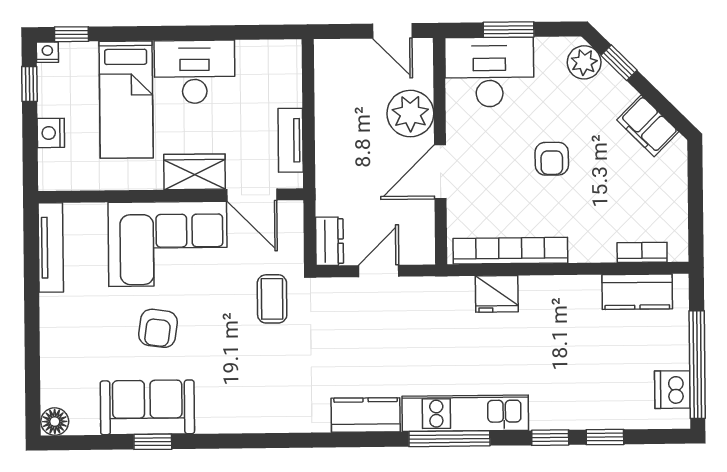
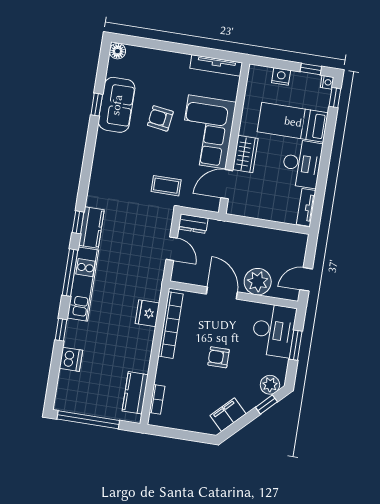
tv unit: (291, 140) -> (306, 207), moved, turned -90
dishwasher: (672, 390) -> (71, 359), moved, turned 90
window: (605, 437) -> (78, 222), moved

